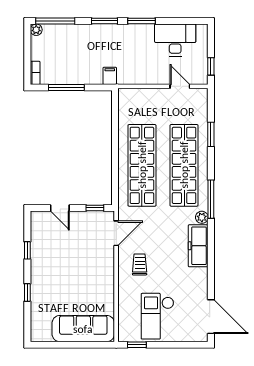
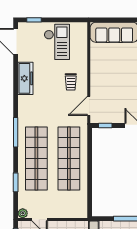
plant: (202, 217) -> (23, 213), moved
freezer: (198, 246) -> (25, 78), moved
window: (137, 345) -> (34, 20), moved

